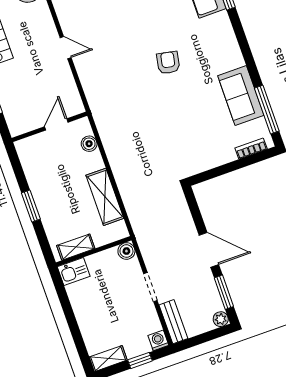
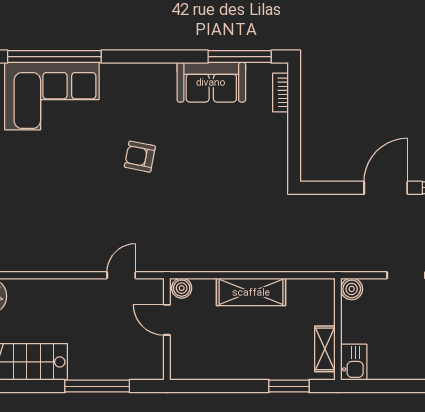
door: (66, 48) -> (121, 275), moved
boiler: (89, 144) -> (182, 288), moved
shelving: (105, 197) -> (251, 292), moved
window: (31, 206) -> (289, 386), moved

